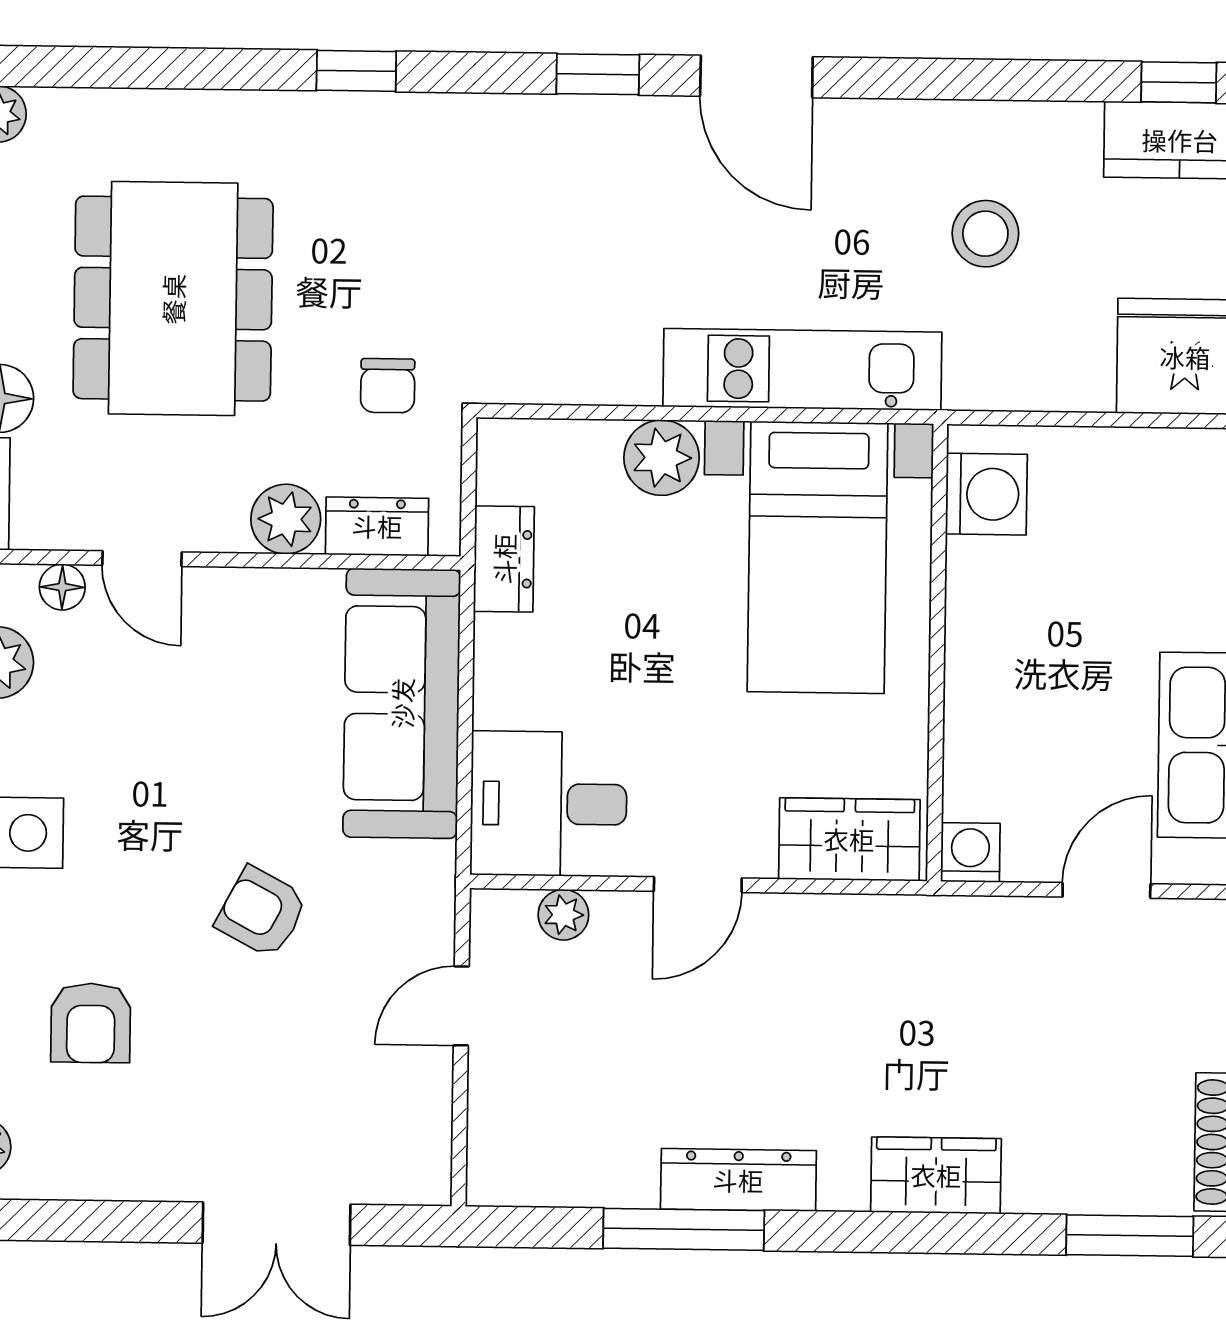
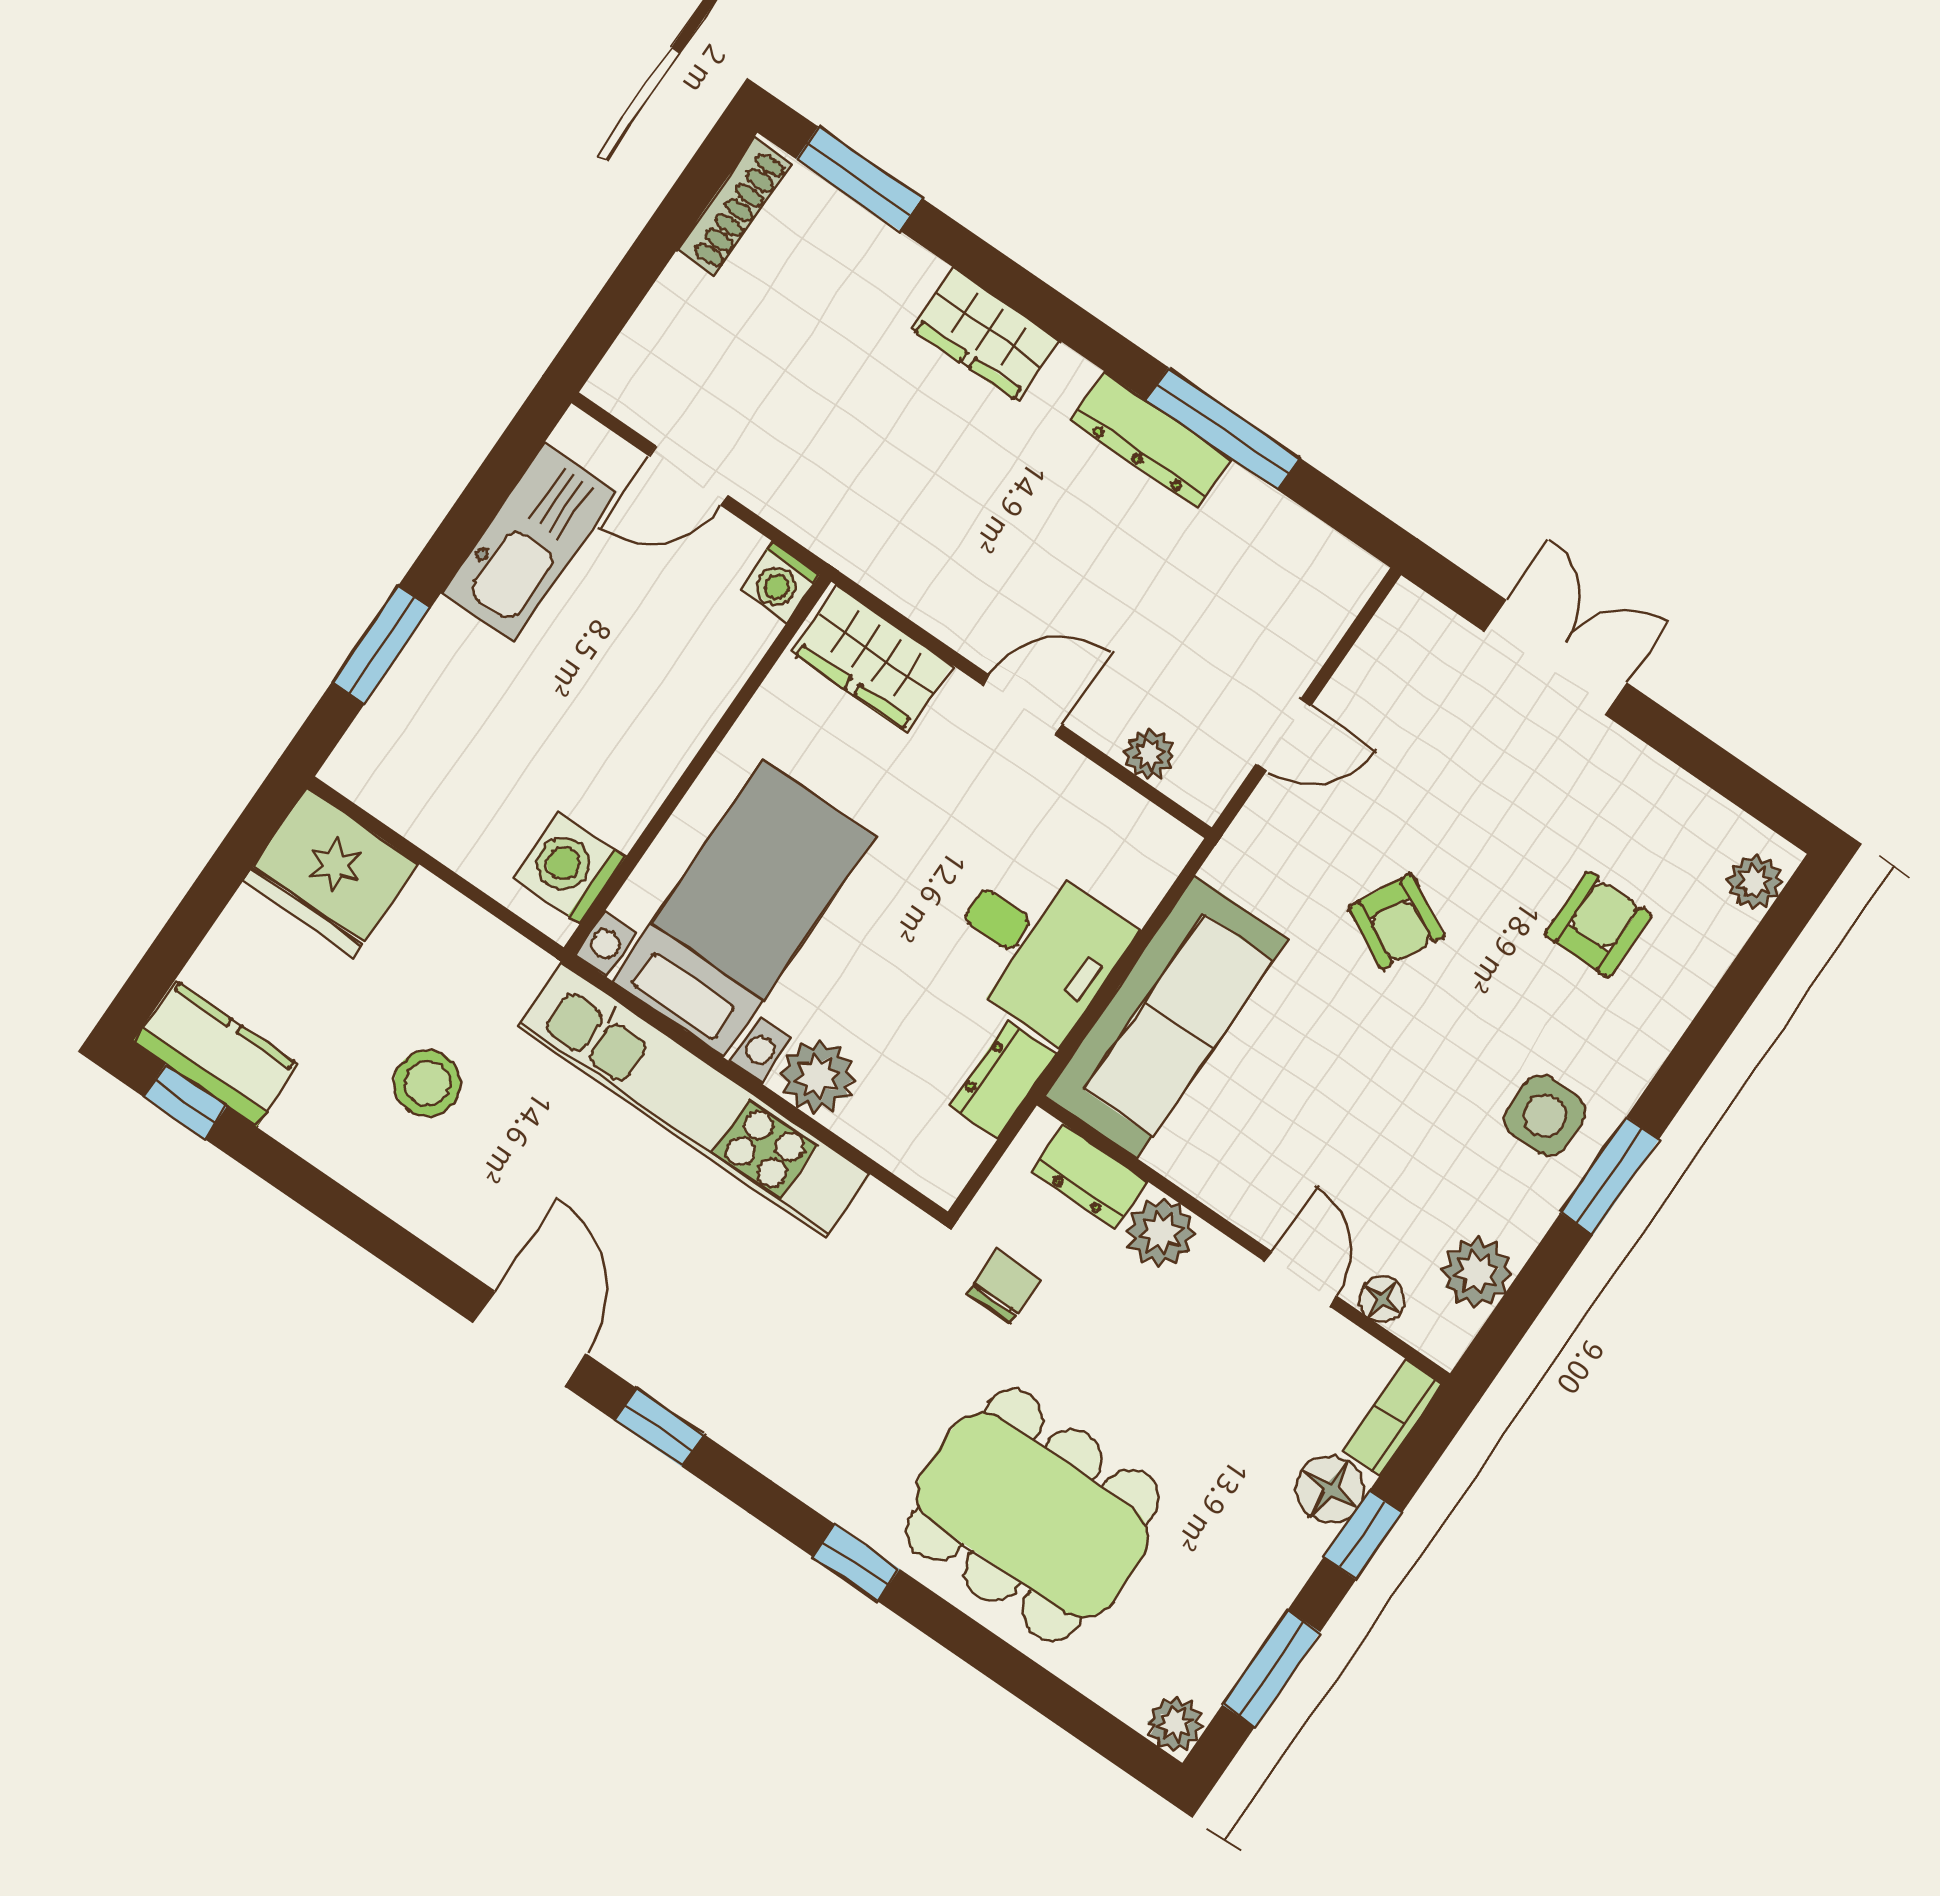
dining table: (173, 299) -> (1033, 1515), moved, turned 90
kitchen unit: (802, 369) -> (694, 1100), width x1.36
desk: (549, 804) -> (1037, 946), moved

